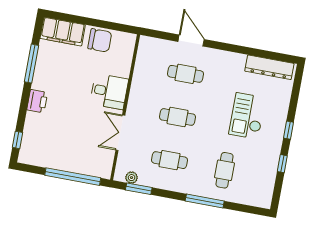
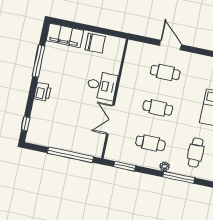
plant: (132, 178) -> (165, 166), moved

